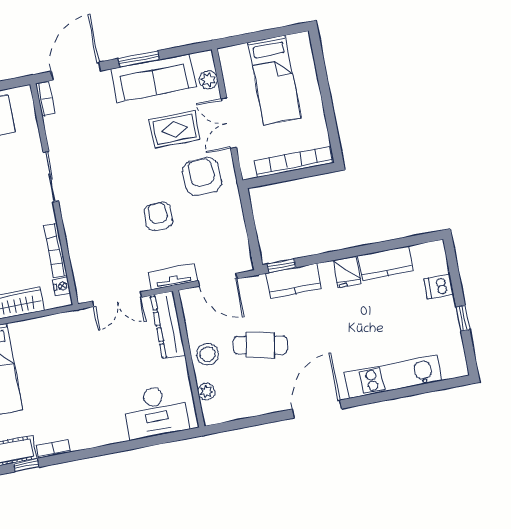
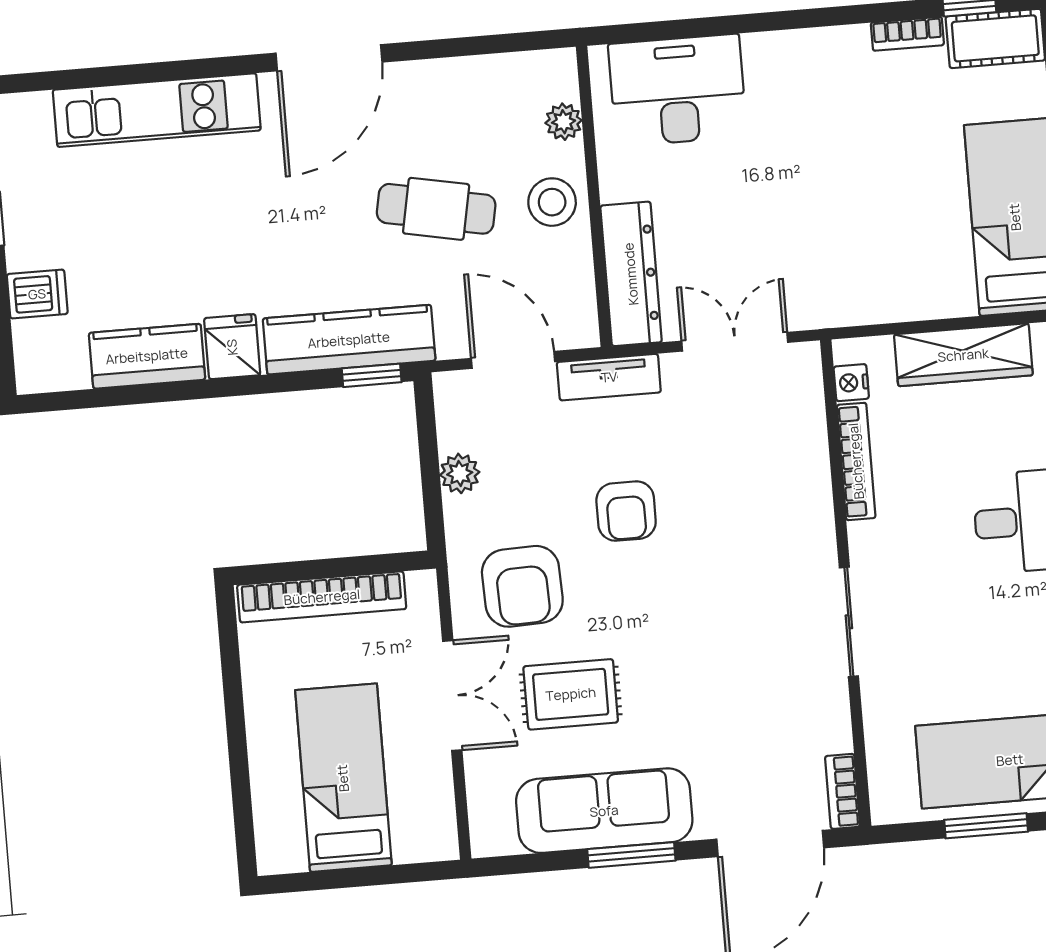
plant: (208, 80) -> (460, 473), moved
kitchen counter: (294, 281) -> (349, 340), width x1.50

